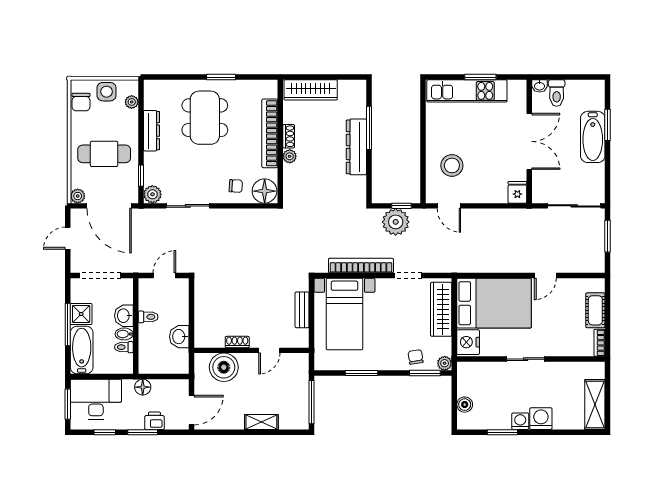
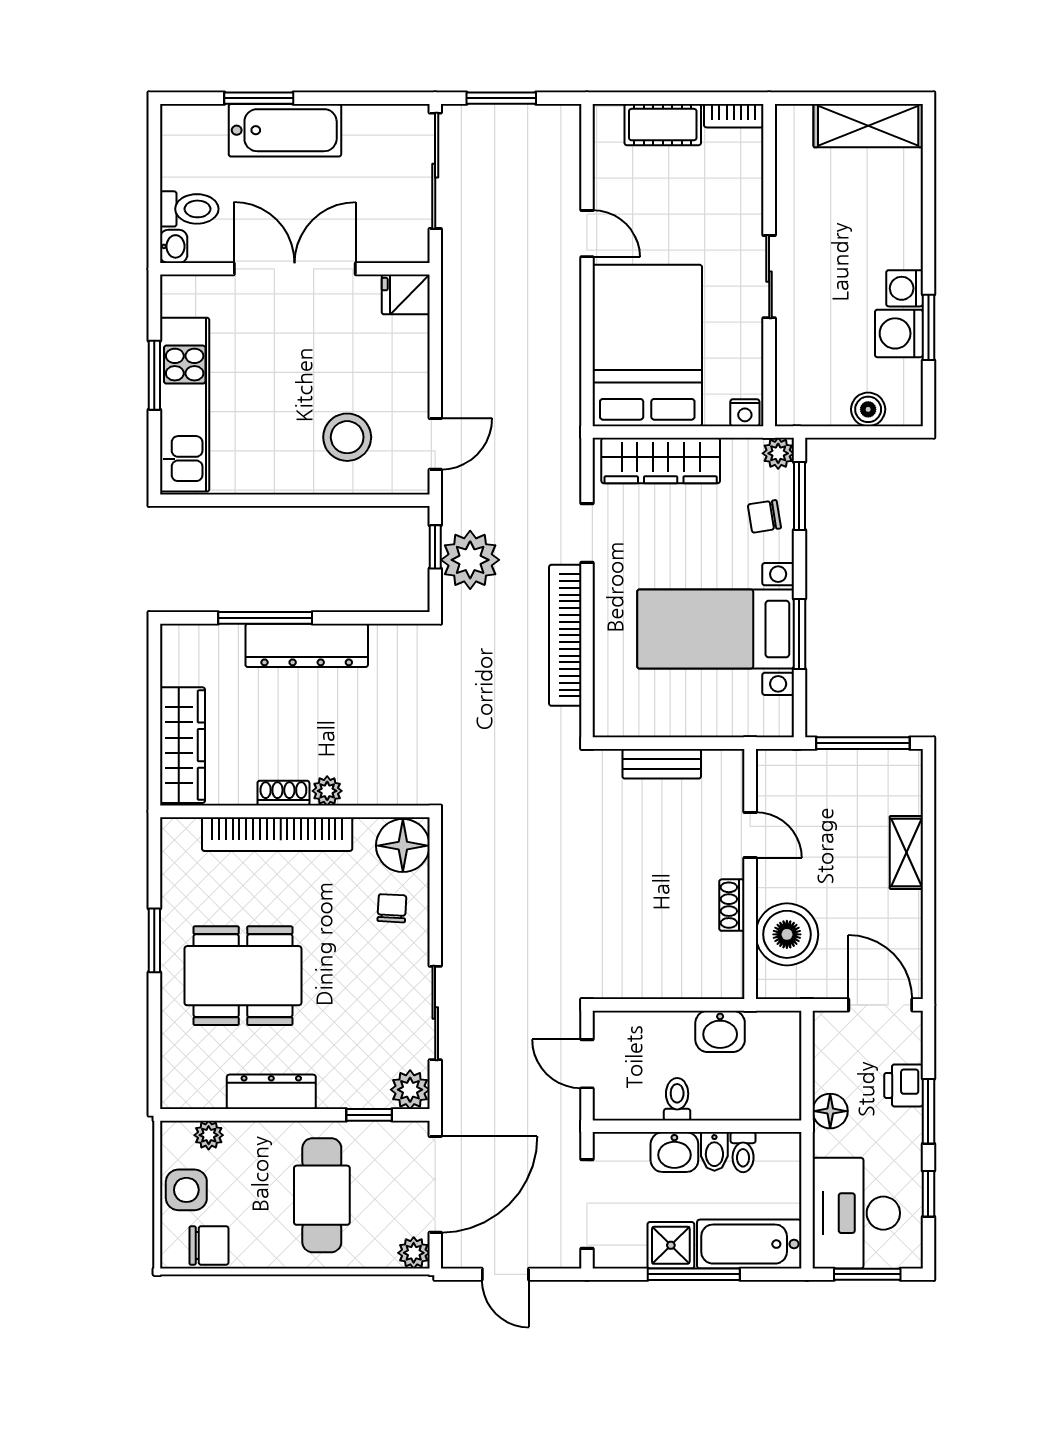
bed with nightstands: (344, 314) -> (716, 629), moved, turned 180
nightstand: (468, 342) -> (745, 413), width x0.53, depth x0.56
washing machine: (541, 419) -> (899, 333), moved

